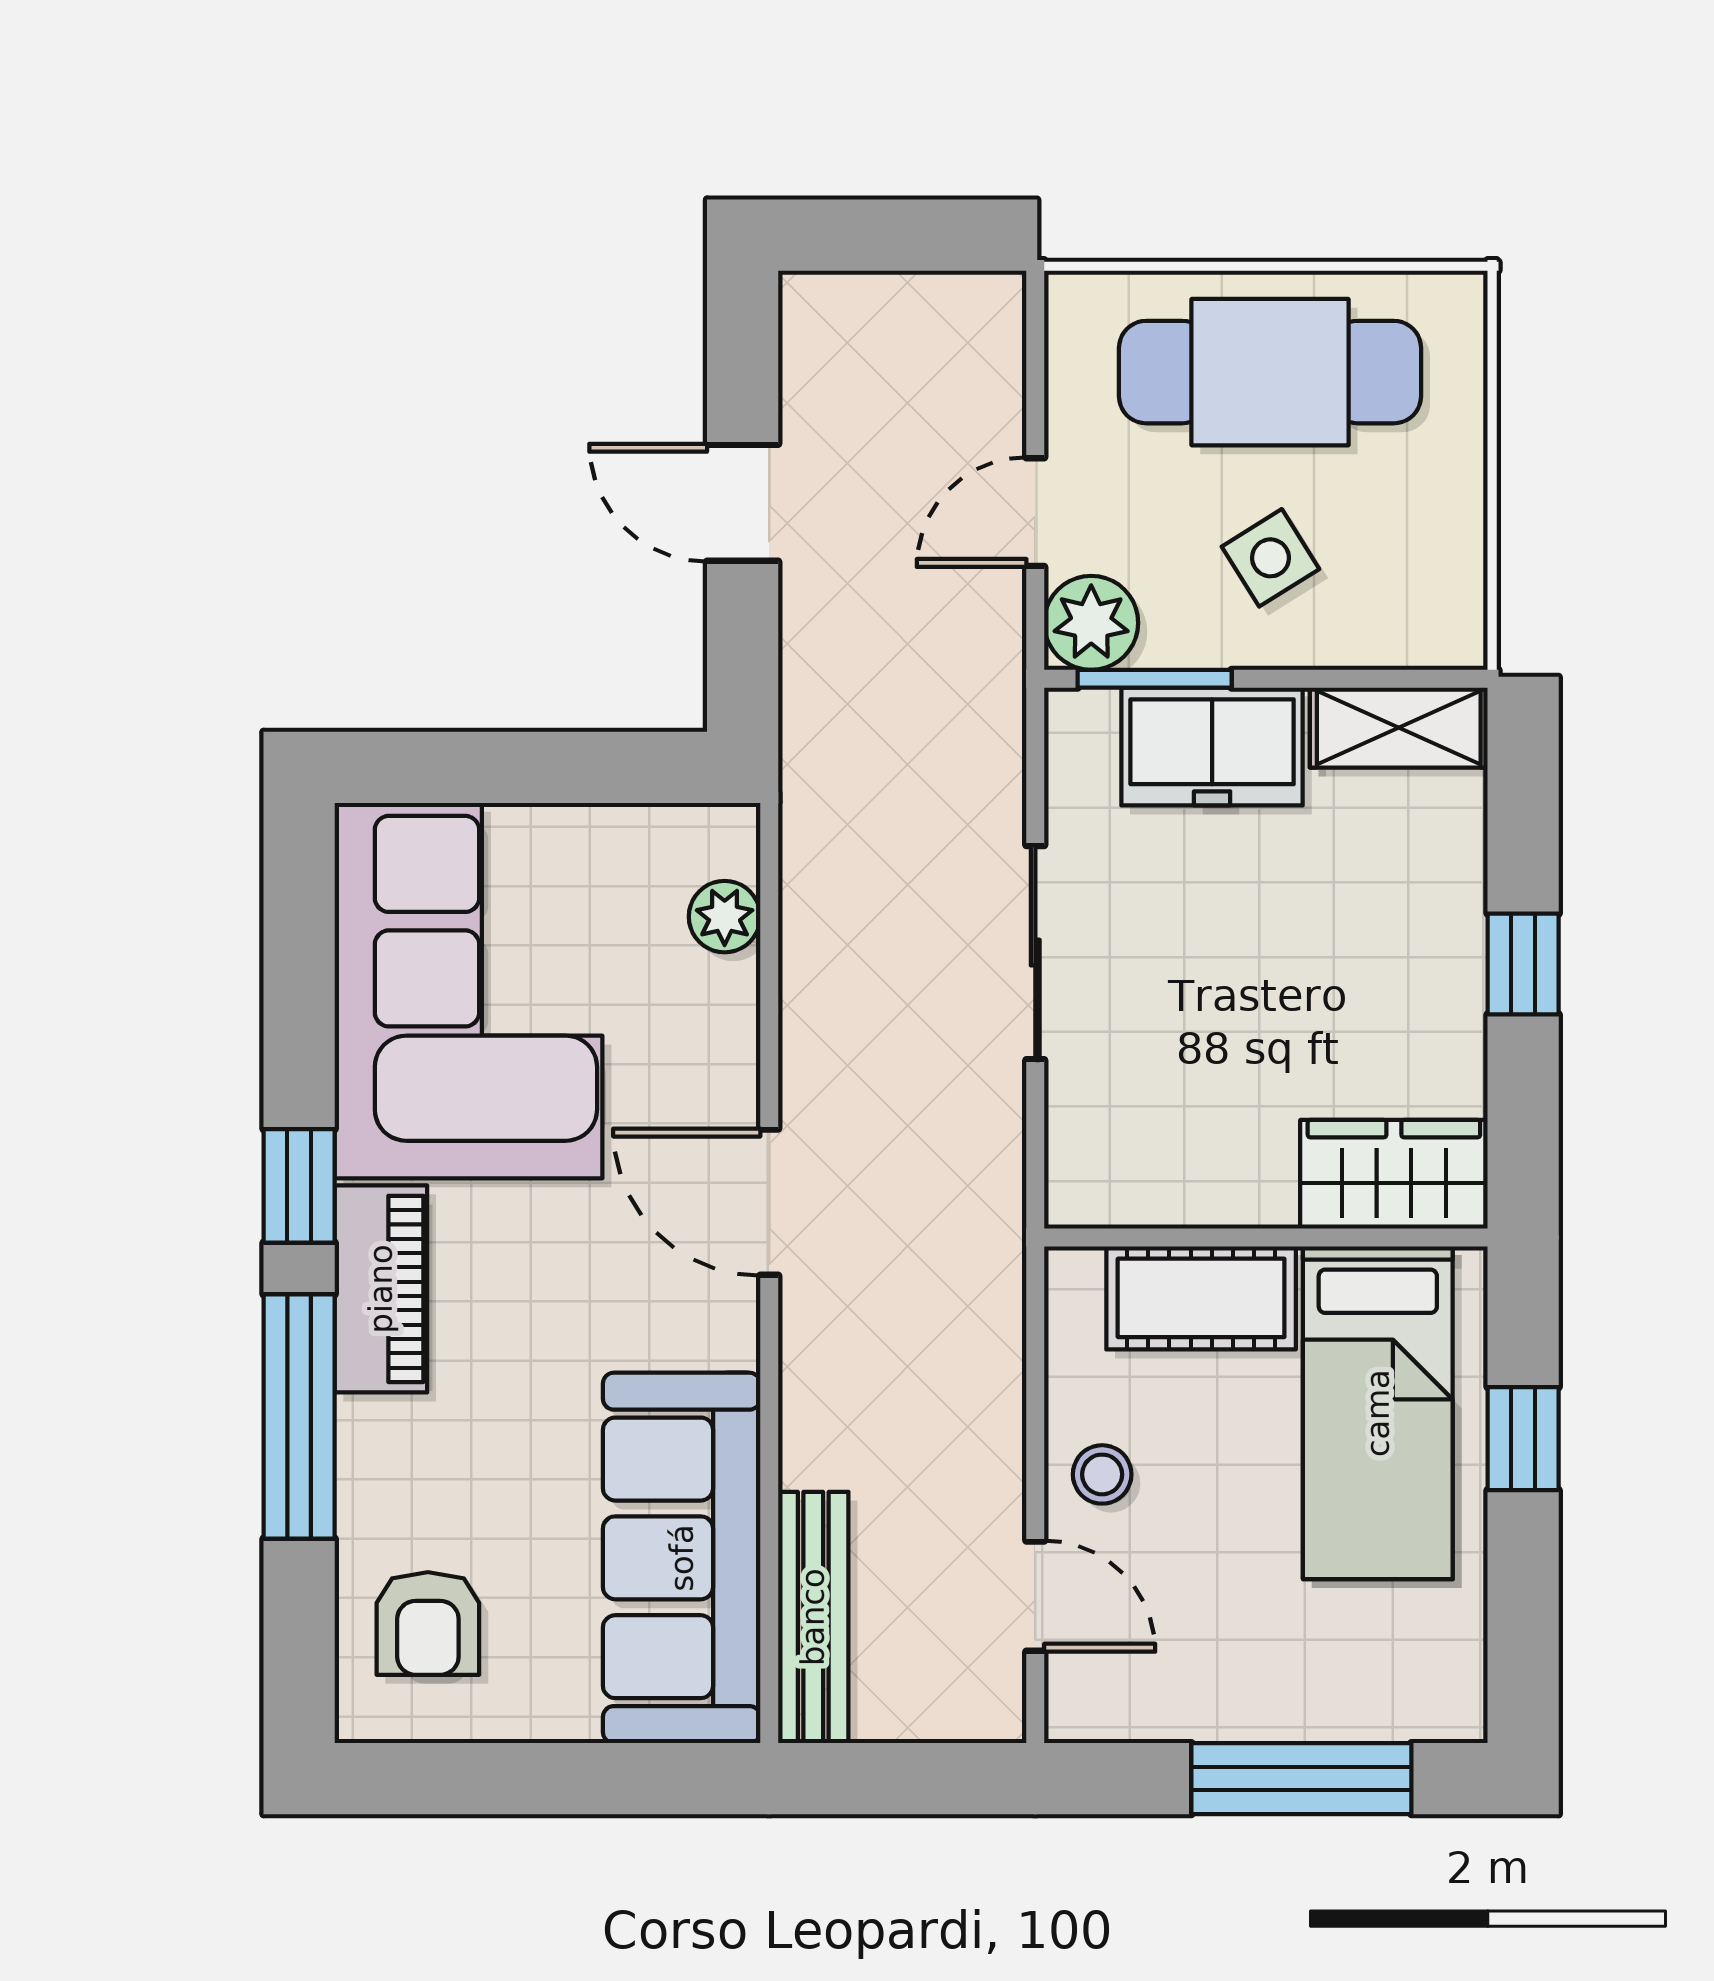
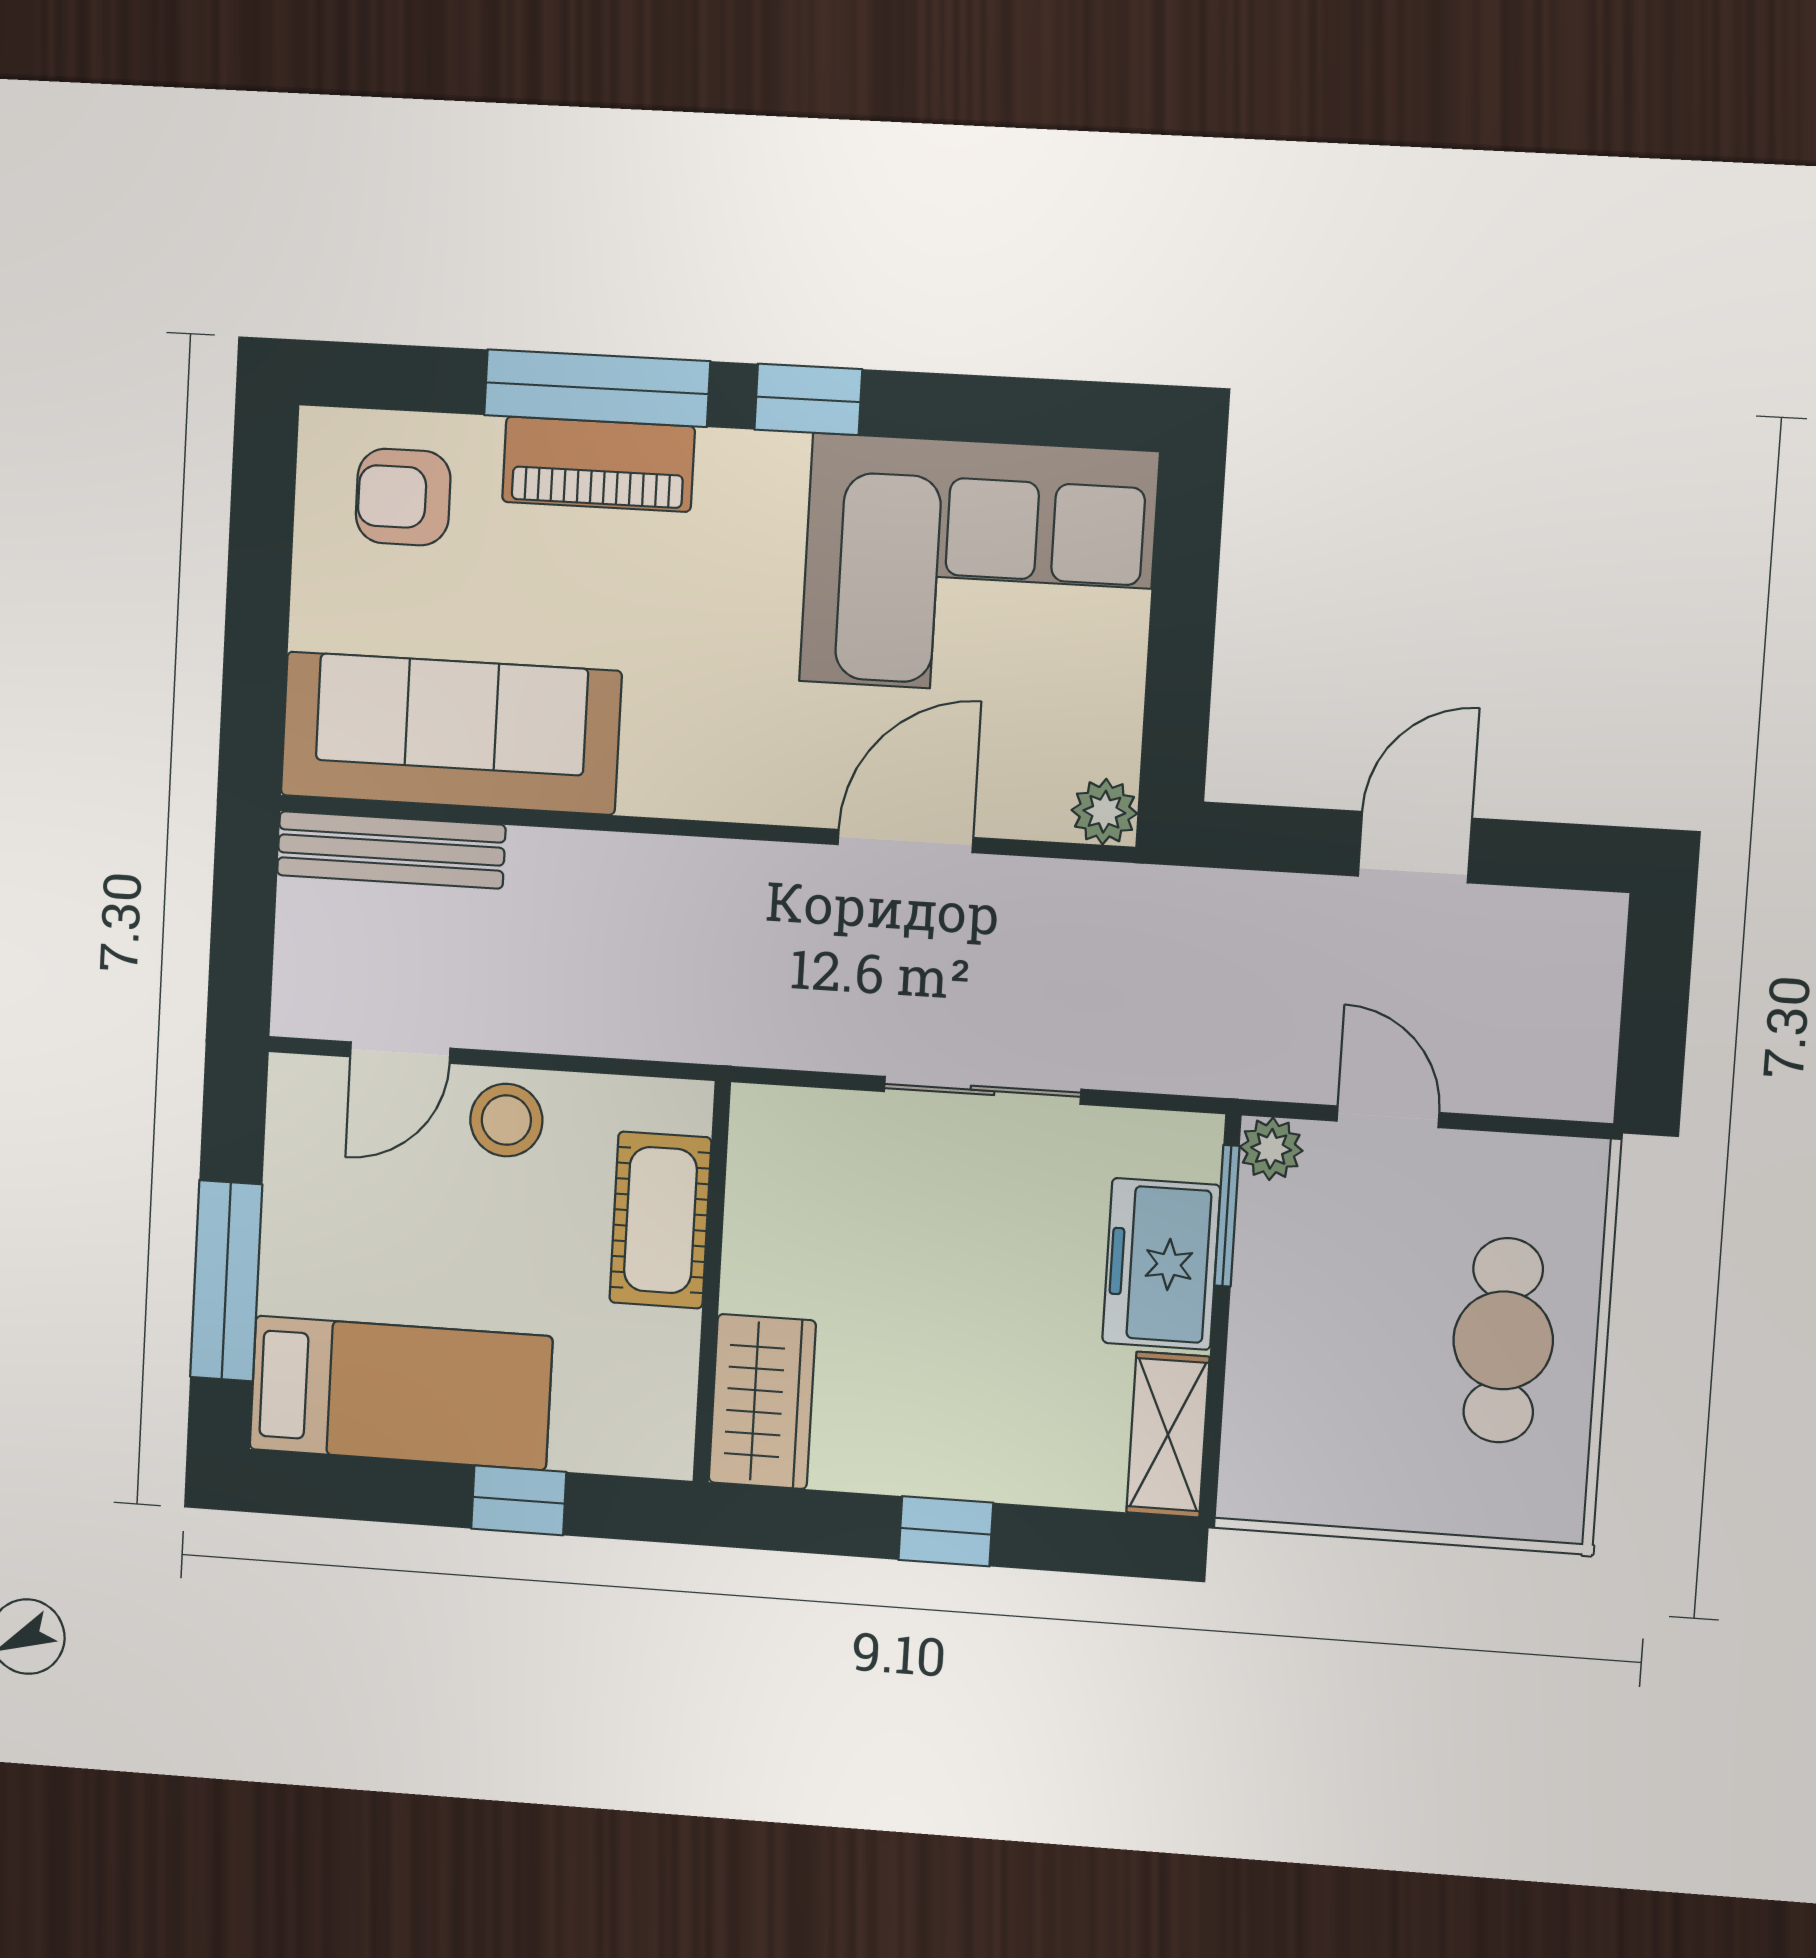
cafe table: (1270, 372) -> (1503, 1340), width x0.73, depth x0.74
side table: (1270, 558) -> (1331, 1329), removed
plant: (1091, 623) -> (1271, 1149), width x0.73, depth x0.73
plant: (725, 917) -> (1104, 812), moved
door: (769, 1202) -> (905, 841), moved
piano: (381, 1289) -> (598, 464), moved
bed: (1378, 1413) -> (401, 1393), moved, turned 180
stool: (1102, 1474) -> (506, 1120), width x1.37, depth x1.37

